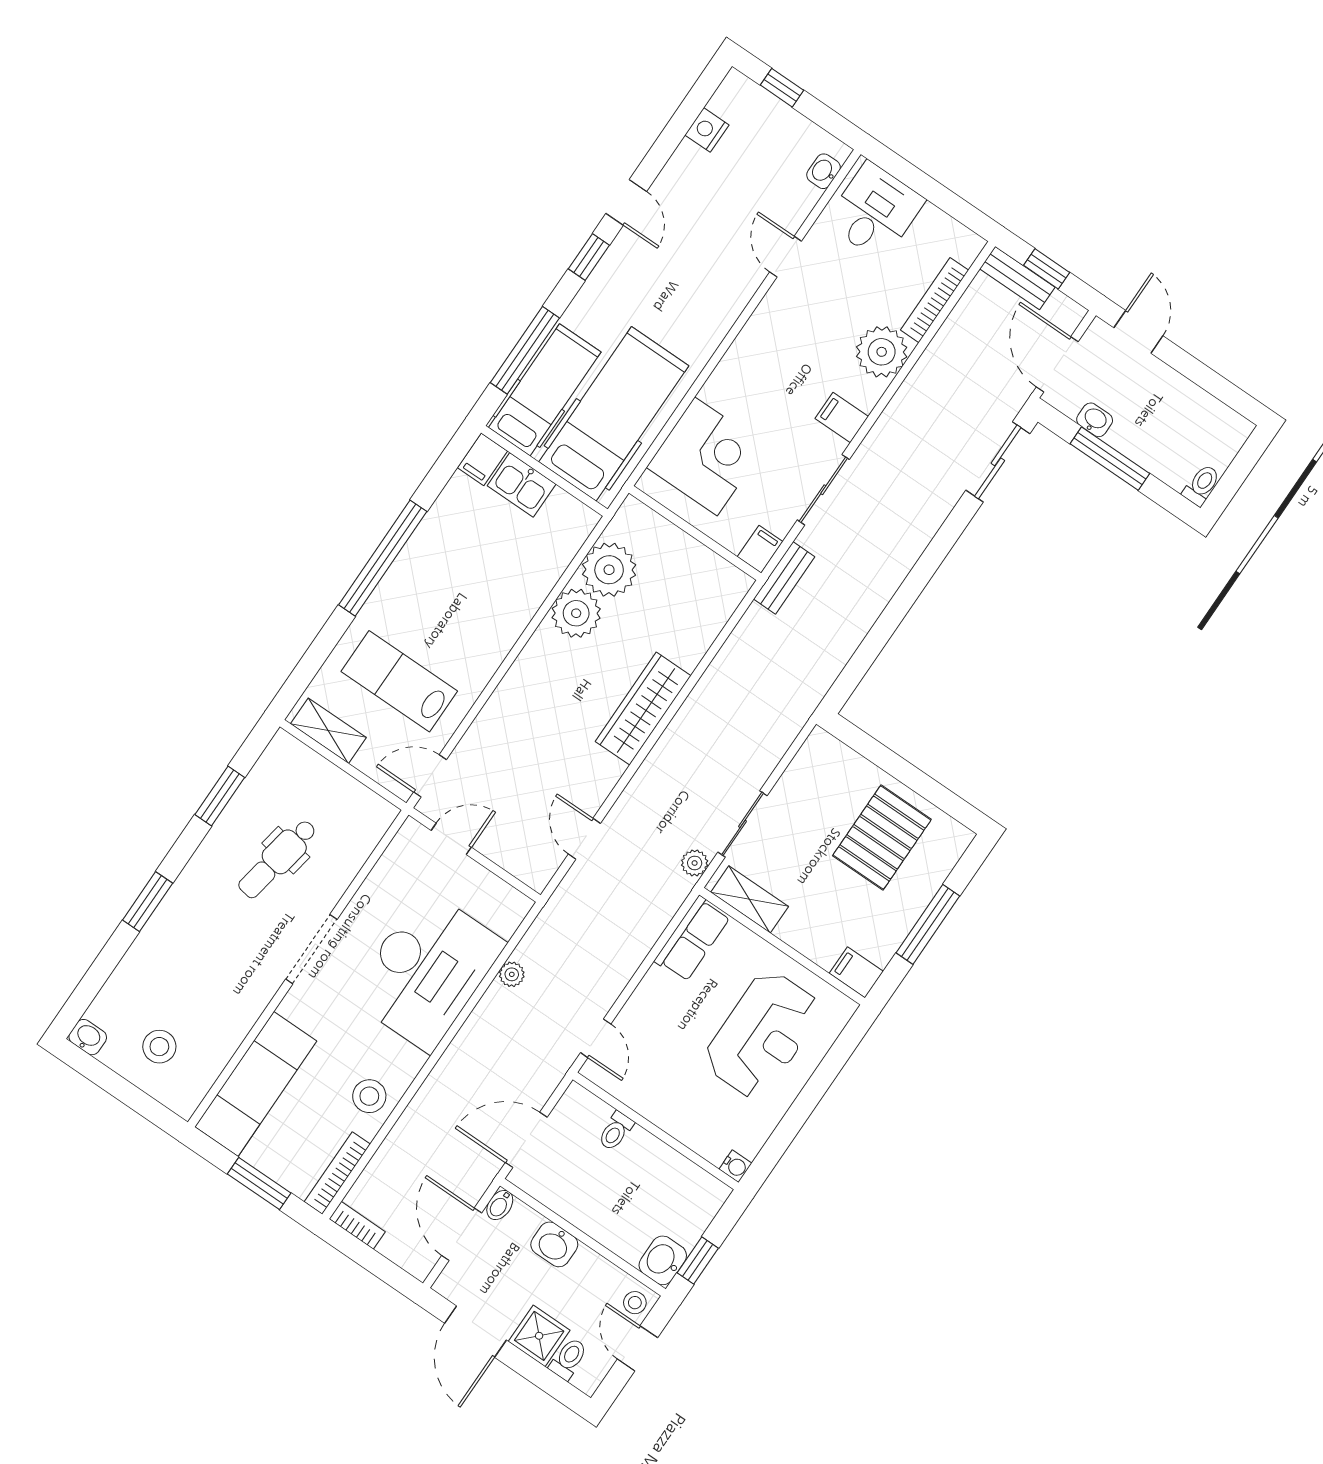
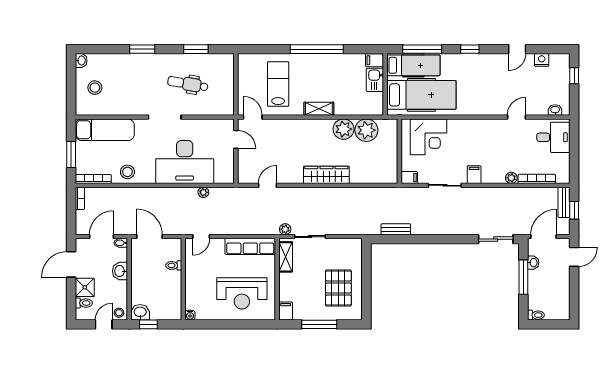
door: (626, 202) -> (517, 49), moved
plant: (882, 352) -> (511, 178), width x0.53, depth x0.53
bench: (784, 578) -> (396, 229), moved
shelving: (328, 731) -> (319, 109), moved, turned 90
pallet: (882, 838) -> (338, 288), turned 90
row of seats: (692, 939) -> (250, 246), width x1.48

